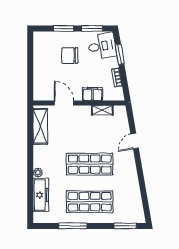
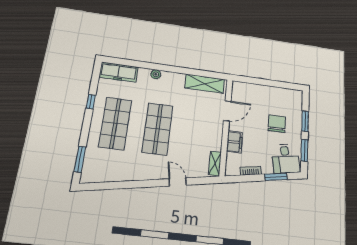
shelving: (102, 110) -> (215, 163), moved
freezer: (41, 195) -> (119, 72), moved
window: (73, 226) -> (91, 102), width x0.46

